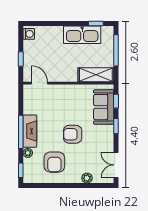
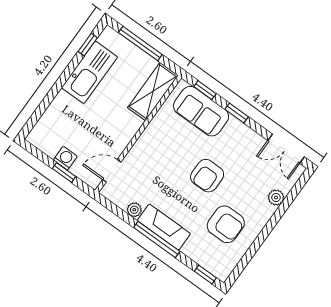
washing machine: (29, 34) -> (65, 158), moved
plant: (28, 153) -> (134, 210), moved

